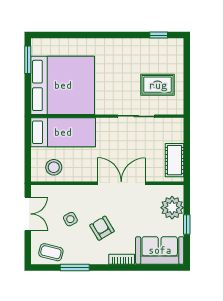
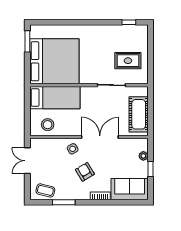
cot: (174, 160) -> (139, 114), width x1.37, depth x1.34
plant: (172, 208) -> (143, 156), width x0.53, depth x0.53
double door: (28, 214) -> (27, 161), swing flipped
side table: (70, 219) -> (73, 149), moved

